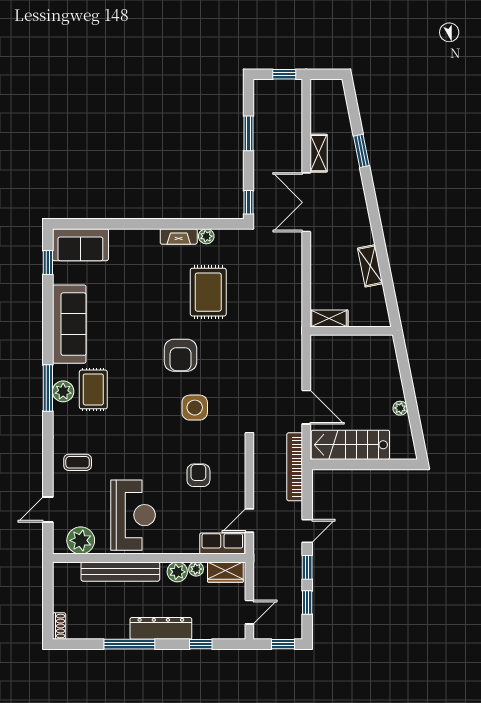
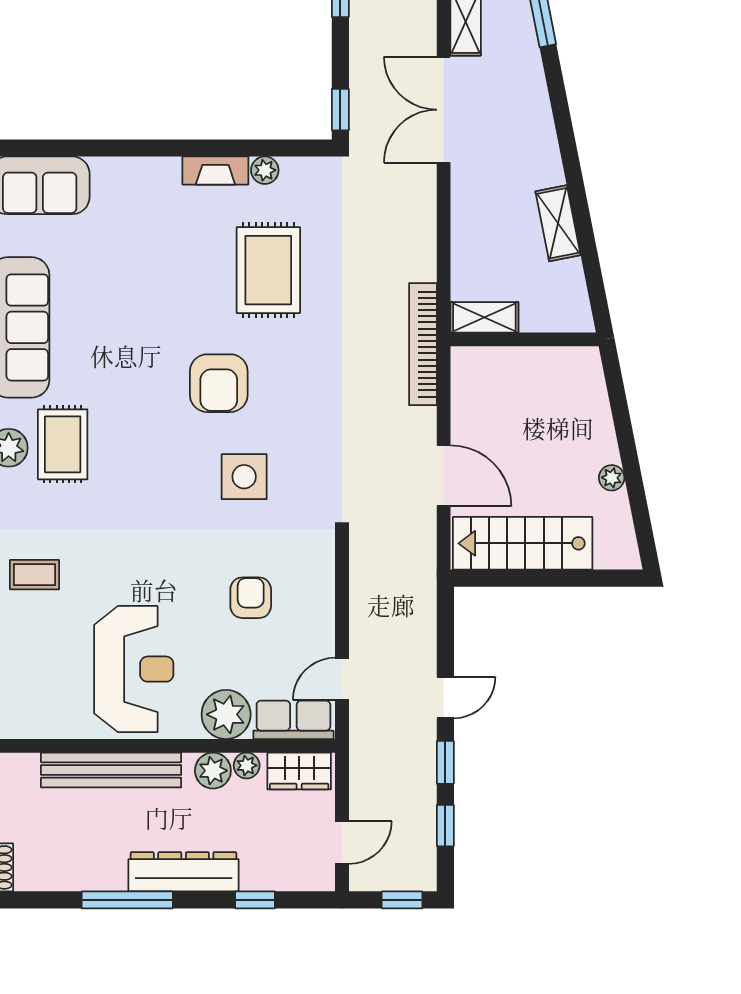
bookcase: (295, 467) -> (423, 344), moved
plant: (81, 540) -> (226, 714), moved

